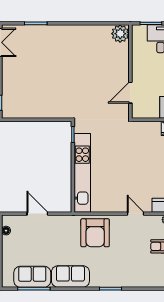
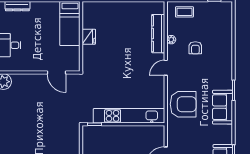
sofa: (70, 276) -> (222, 107), moved

